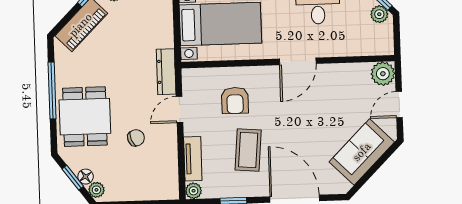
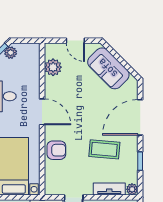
plant: (383, 74) -> (53, 67), moved
armchair: (235, 100) -> (56, 150), moved

